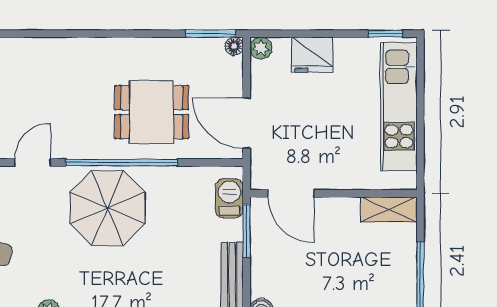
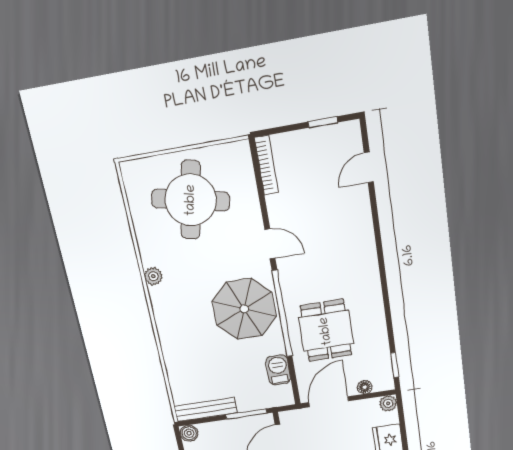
window: (211, 34) -> (395, 365), width x0.67
floor lamp: (234, 46) -> (365, 387), moved
barbecue: (229, 198) -> (278, 370), moved, turned -90

